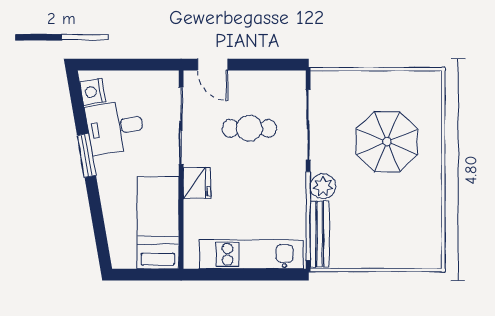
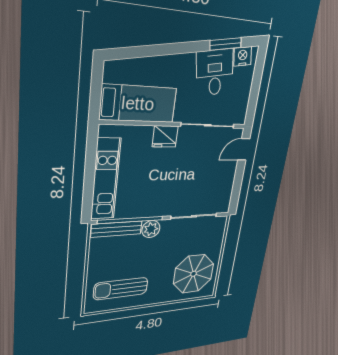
cafe table: (249, 128) -> (198, 176), removed
parasol: (387, 142) -> (194, 274), moved
window: (87, 155) -> (226, 44), moved
sun lounger: (409, 219) -> (121, 289), added

